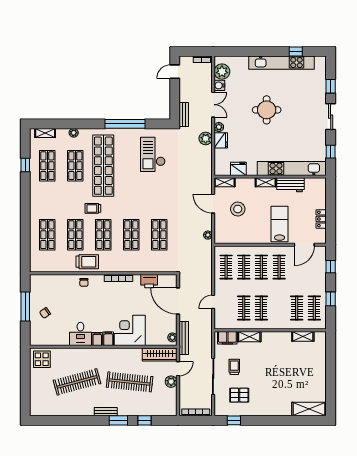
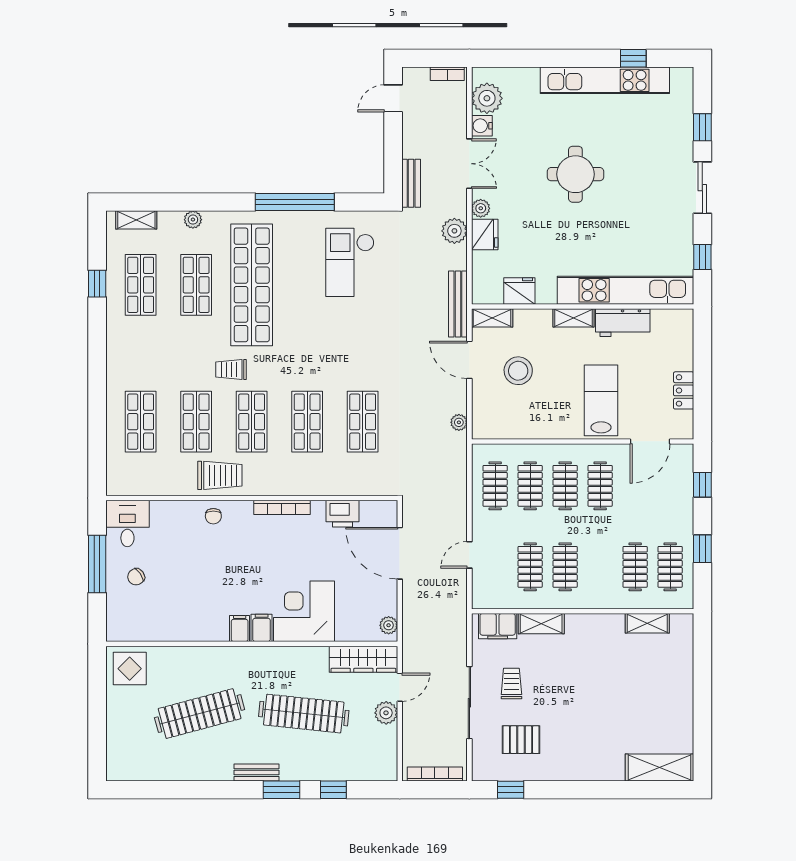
desk: (80, 334) -> (127, 524), moved, turned 180
bench: (184, 338) -> (458, 304), moved

